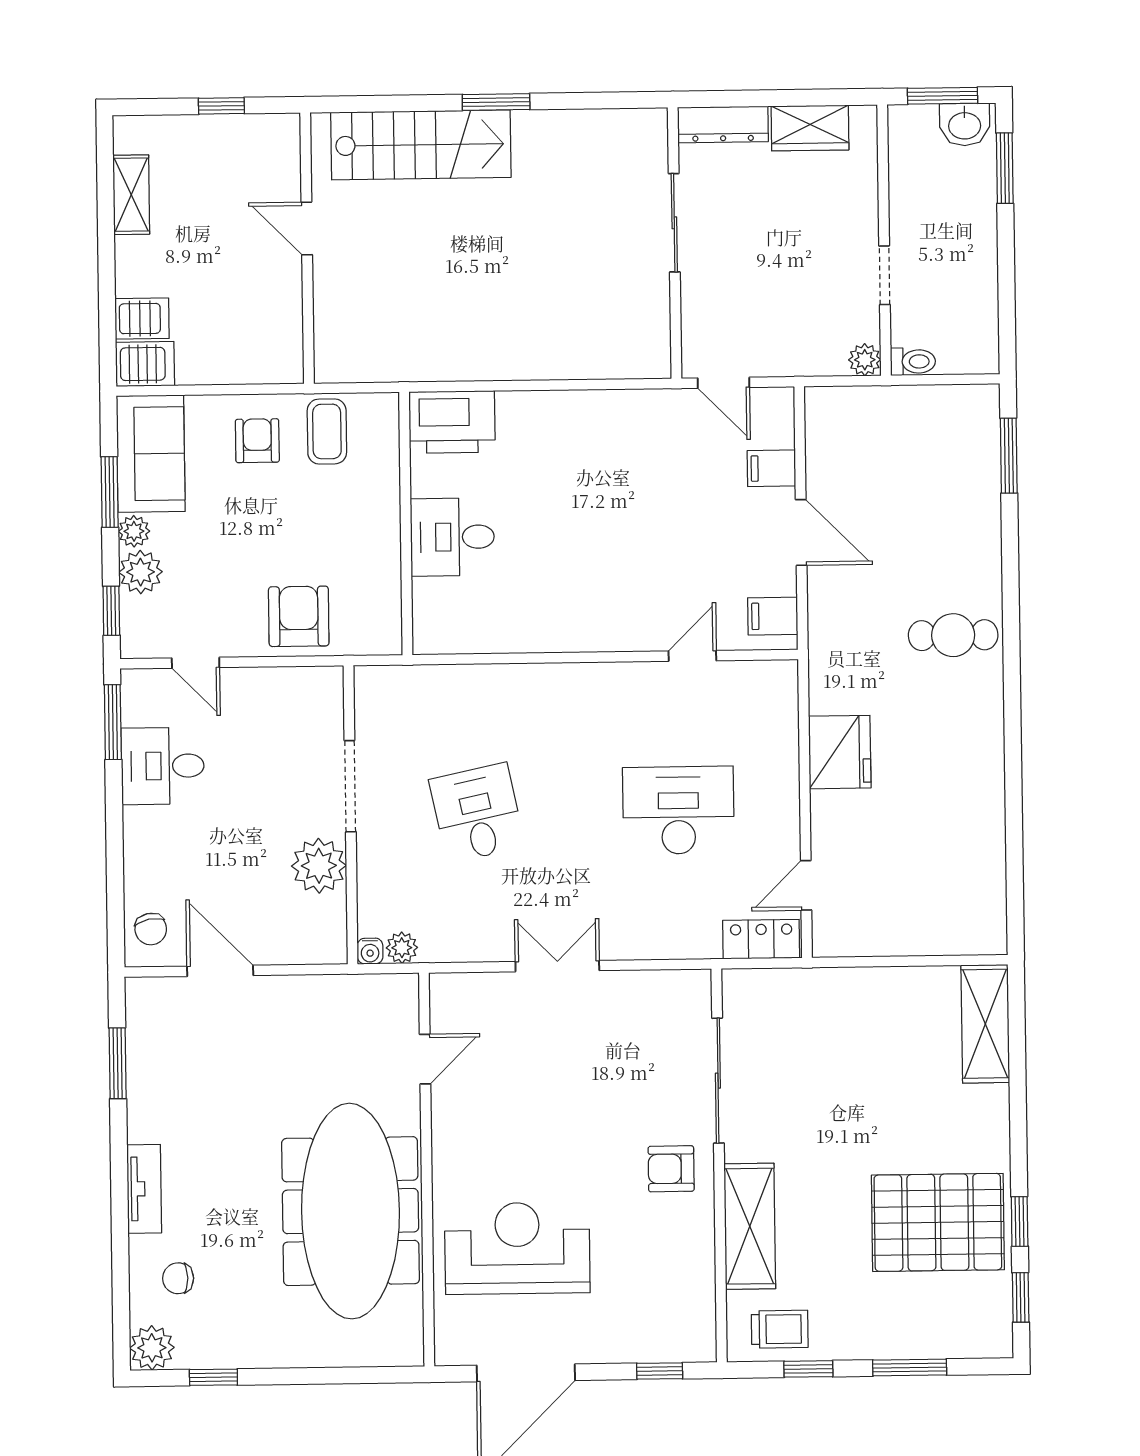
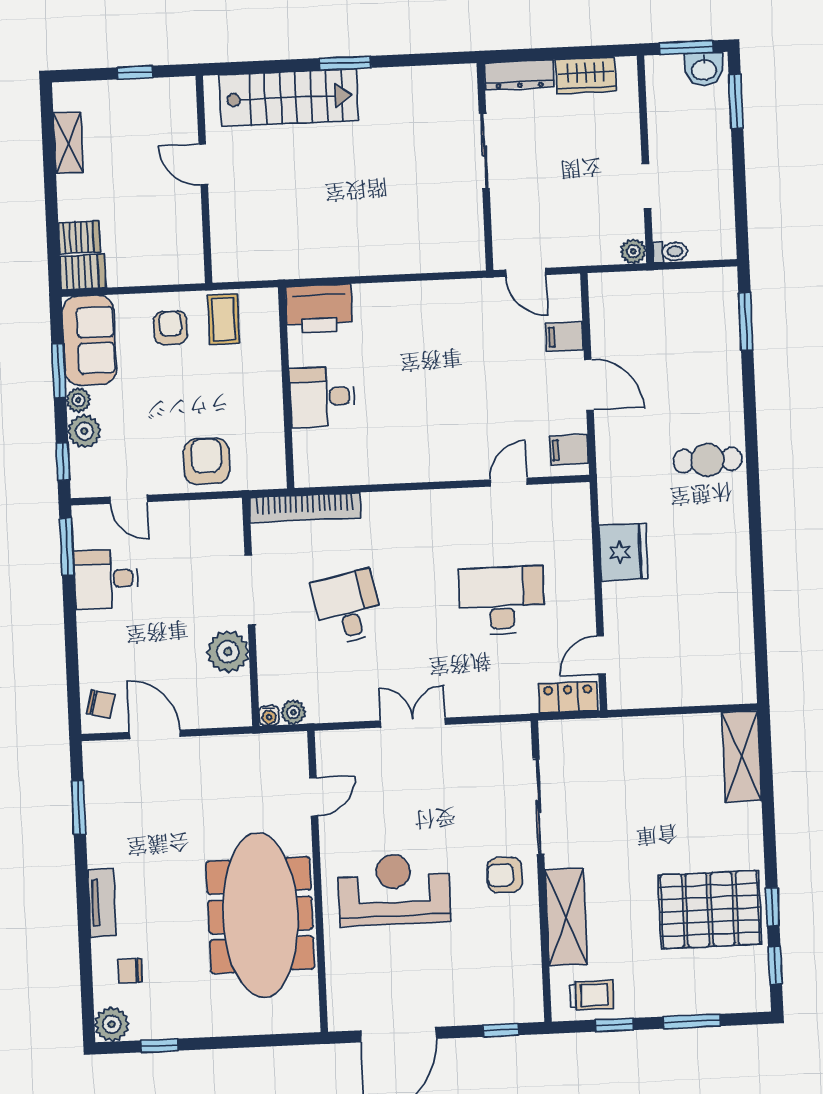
bookcase: (425, 681) -> (305, 507), added
chair: (151, 929) -> (101, 704), turned -64
reception desk: (517, 1248) -> (394, 889), moved

